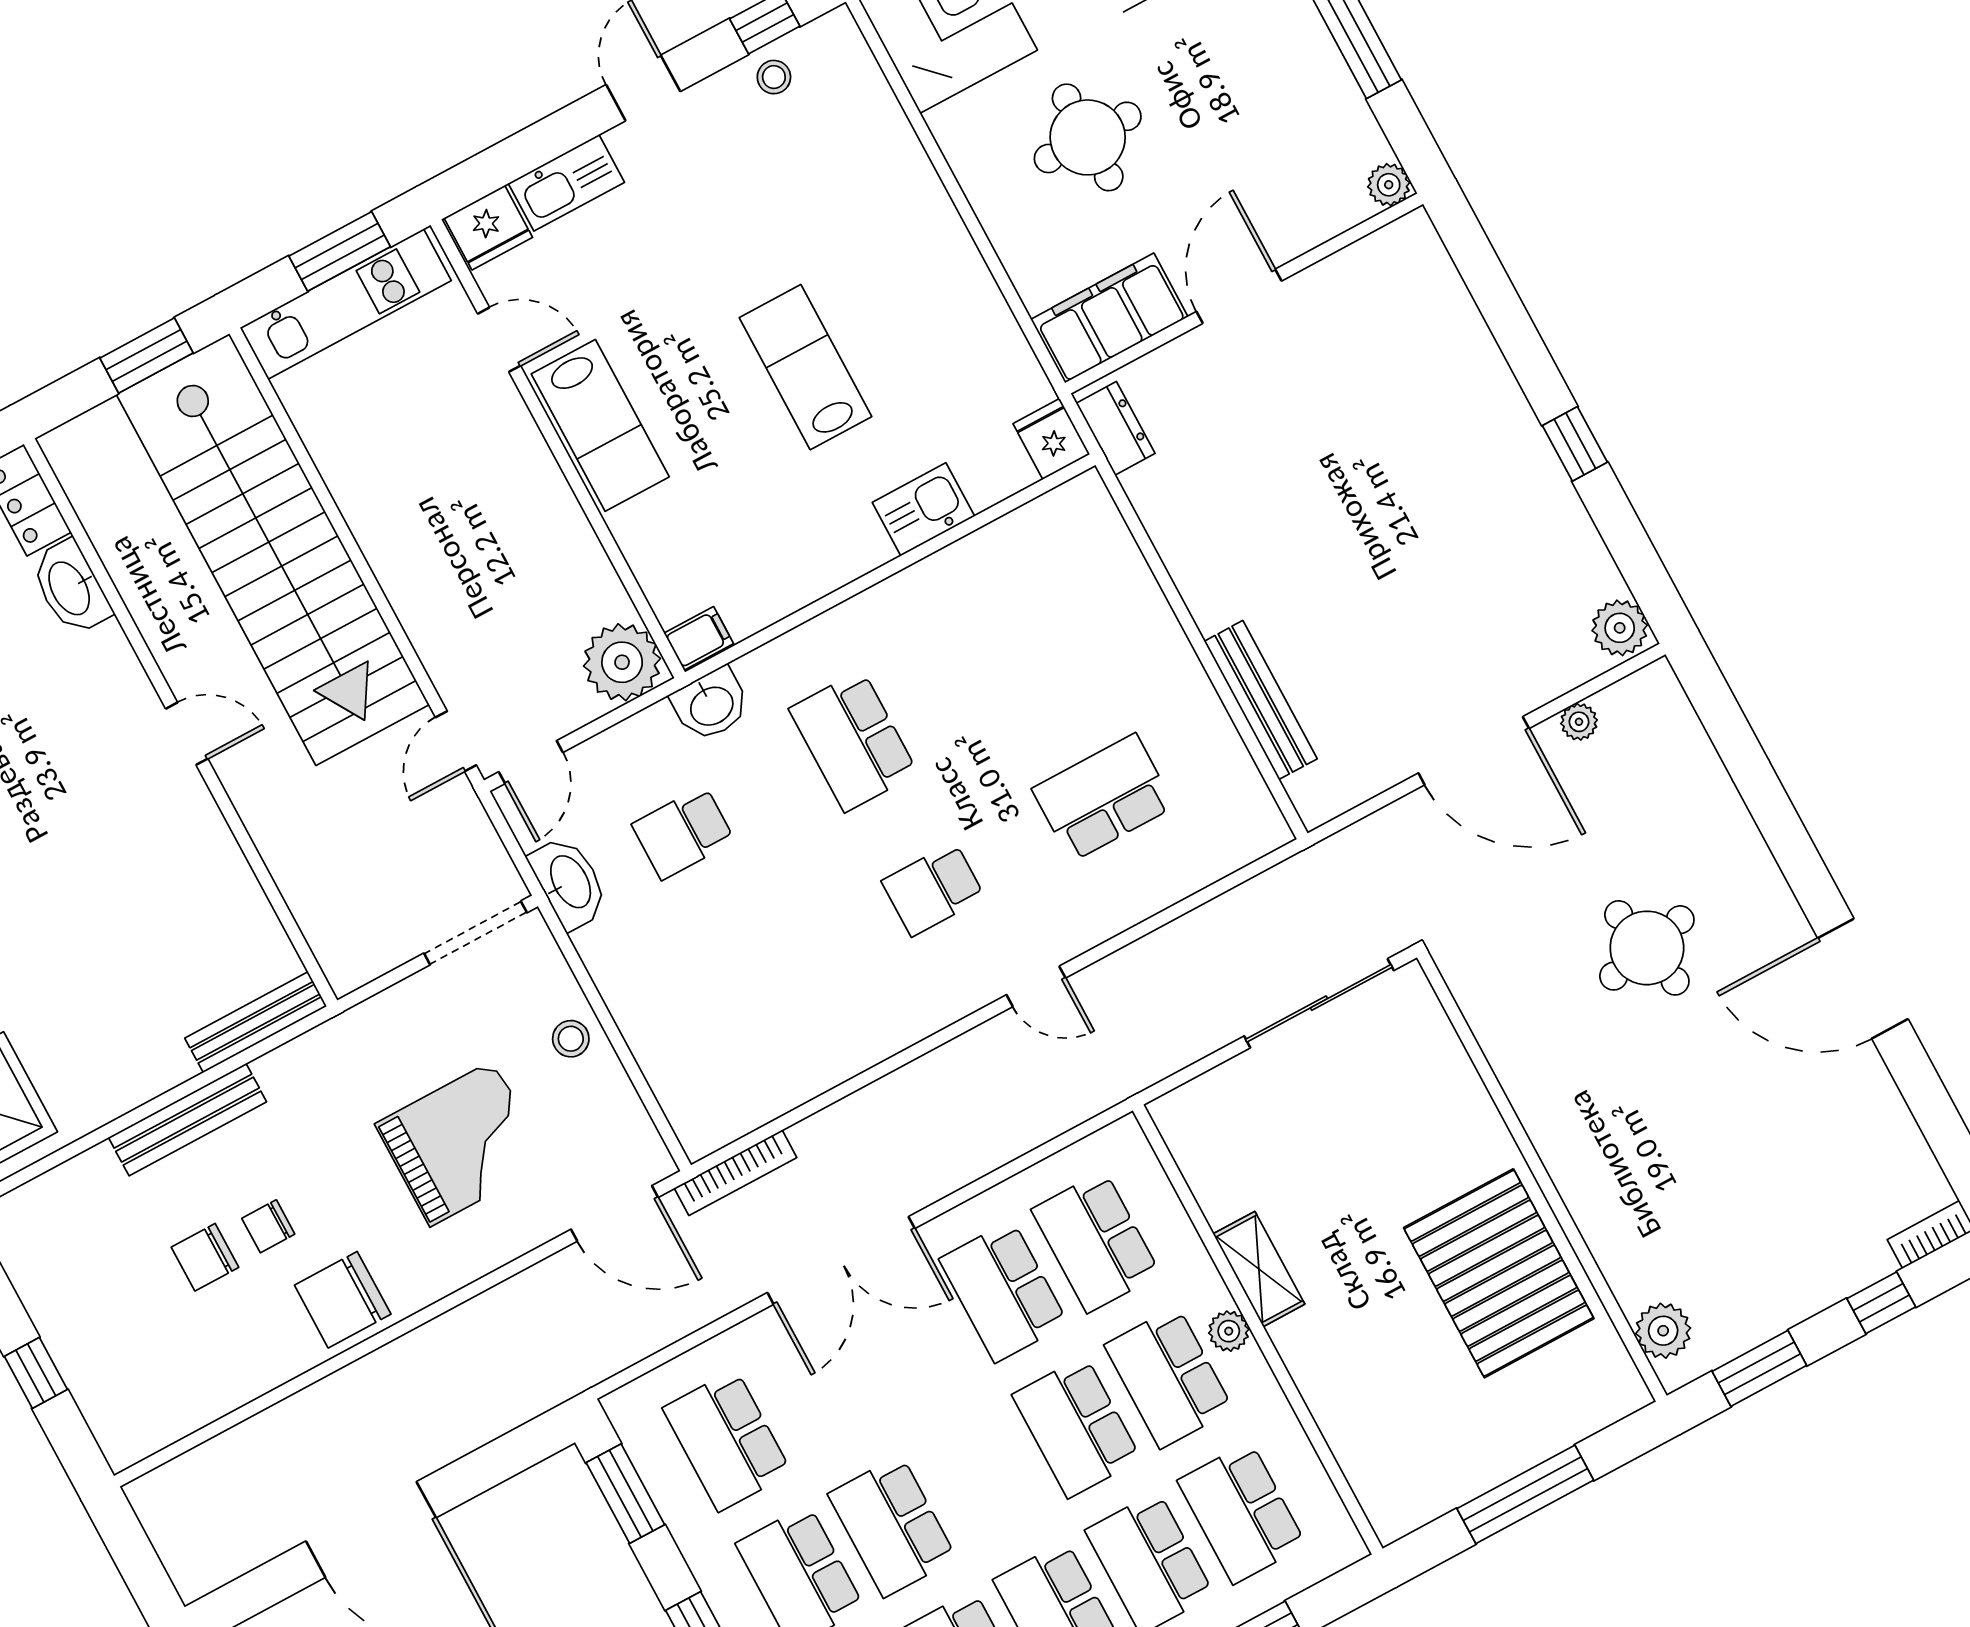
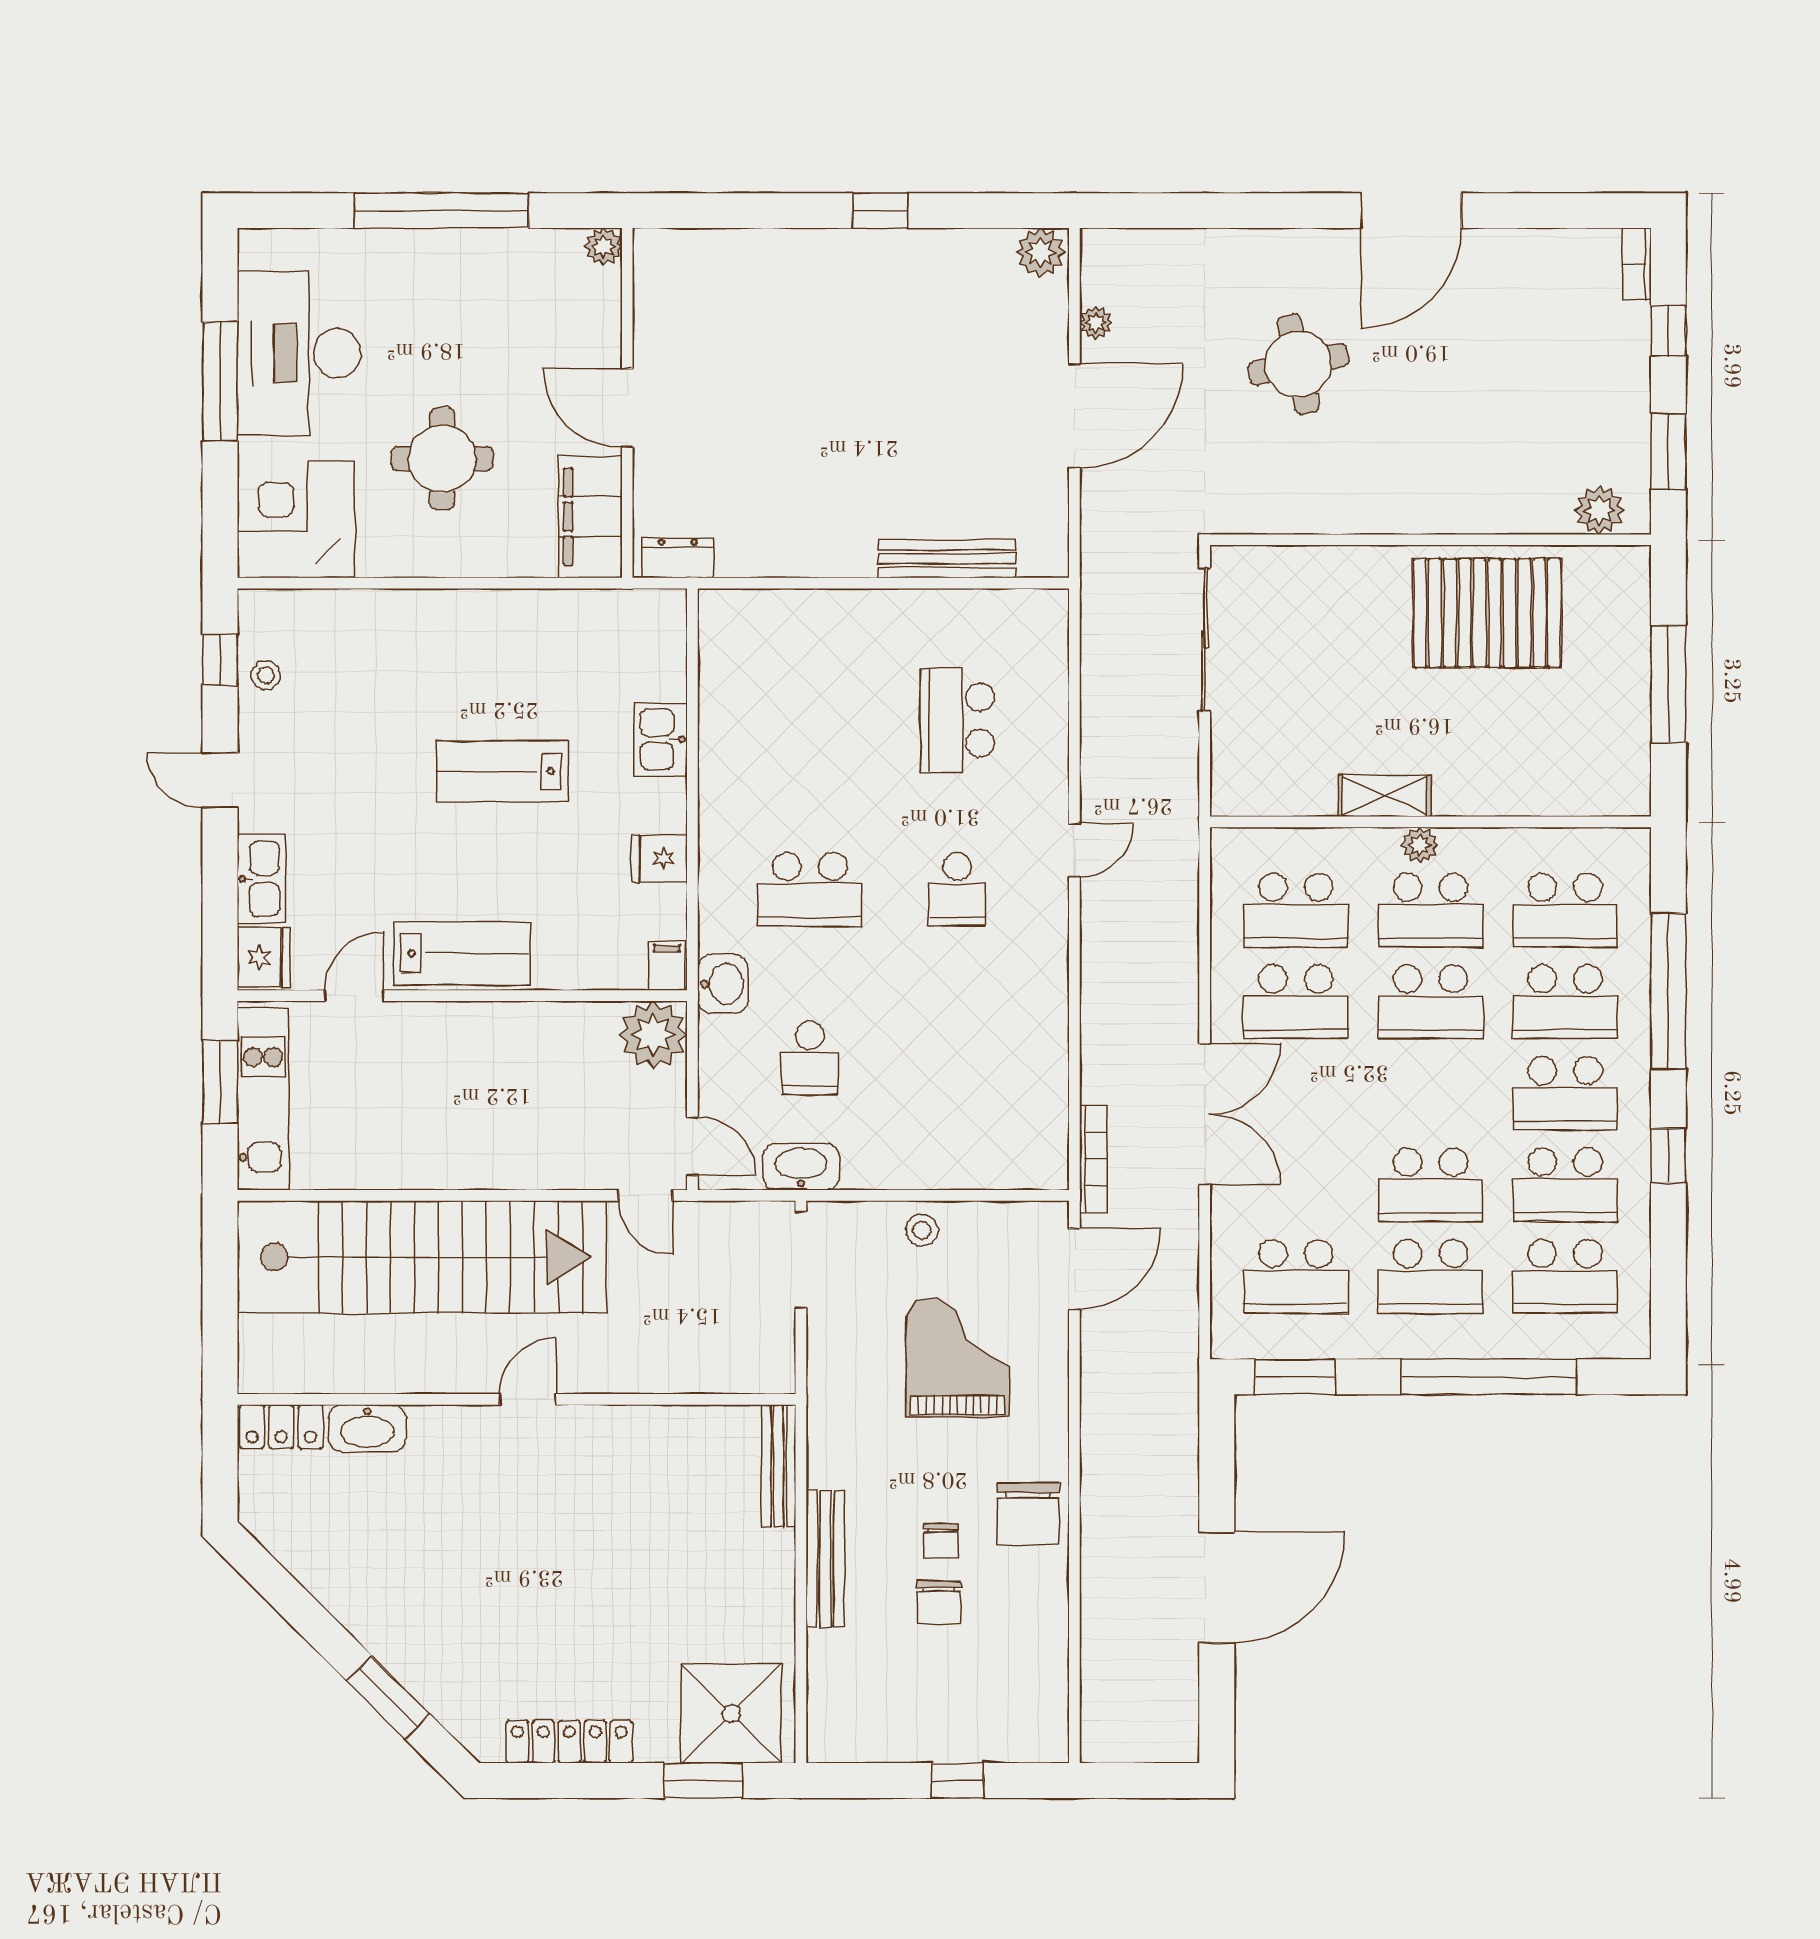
window: (146, 355) -> (220, 1274), removed
fridge: (1051, 439) -> (659, 858), moved

